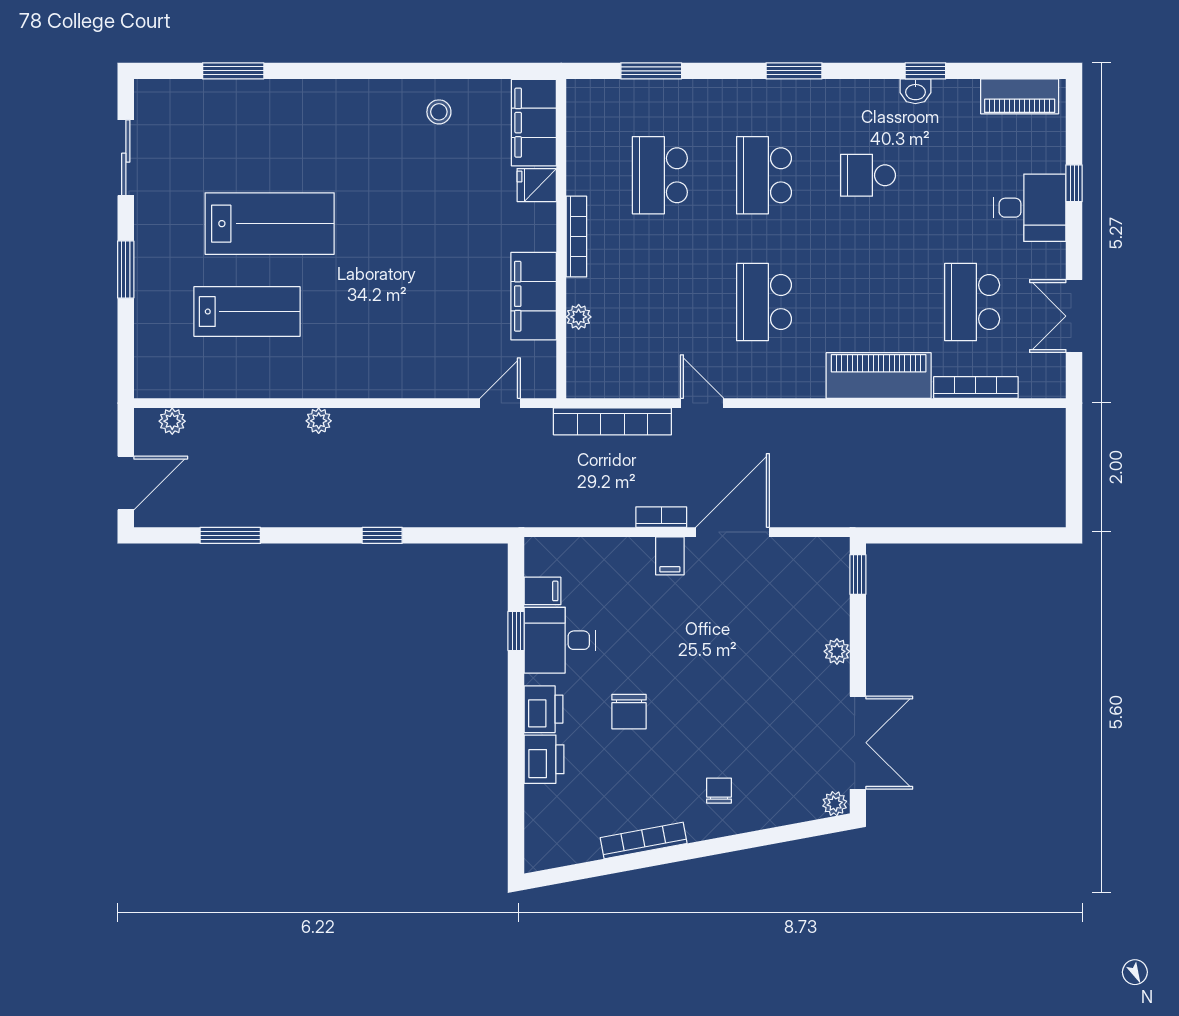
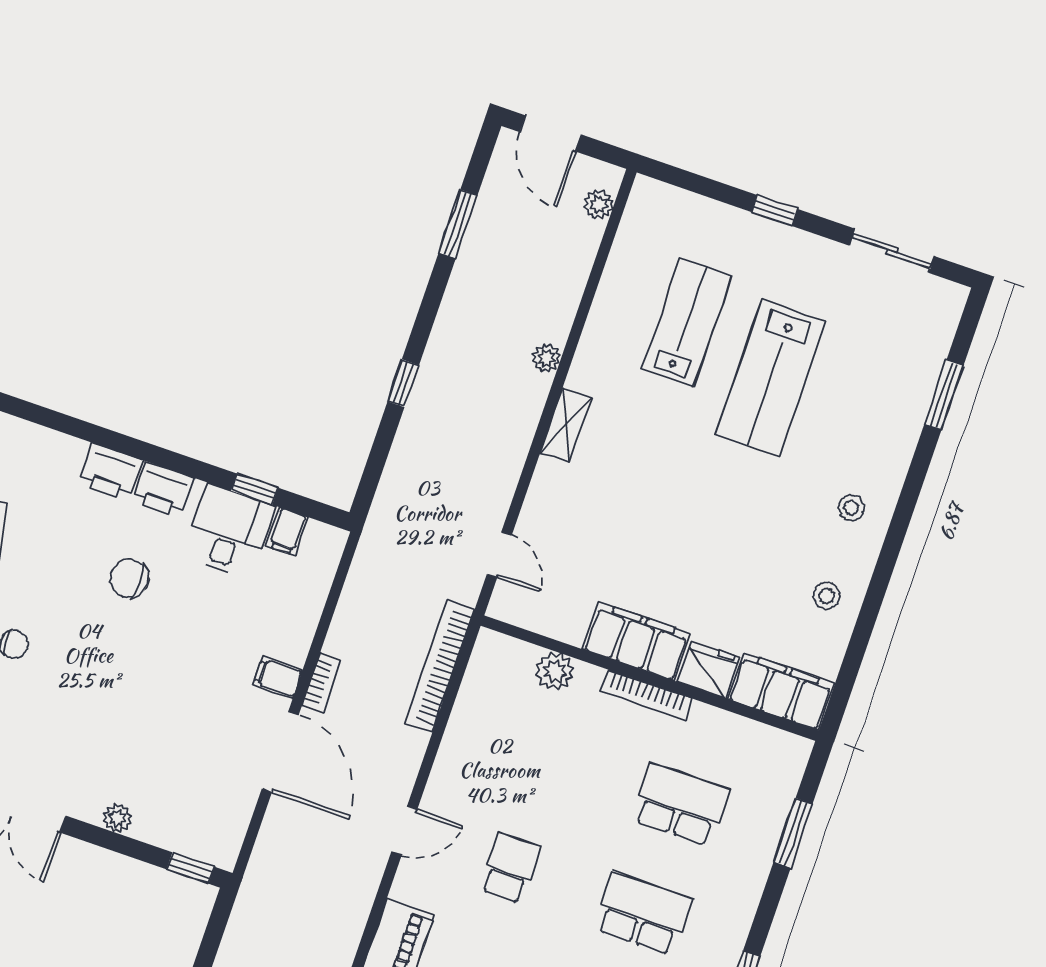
stool: (357, 117) -> (851, 508), added
fridge: (537, 185) -> (708, 670), width x1.38
window: (126, 270) -> (774, 210), width x0.67
filing cabinet: (534, 296) -> (637, 641), moved
school desk: (764, 302) -> (510, 868), width x0.54
lab bench: (247, 312) -> (687, 322), turned 180
plant: (579, 317) -> (555, 671), width x1.38, depth x1.38
shelving: (370, 384) -> (566, 425), added
door: (702, 403) -> (404, 831), moved

